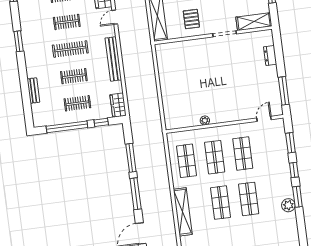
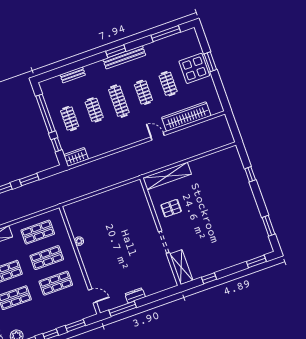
dresser: (270, 55) -> (135, 295), moved
bench: (113, 59) -> (124, 57), moved
window: (131, 158) -> (29, 180), width x0.69

